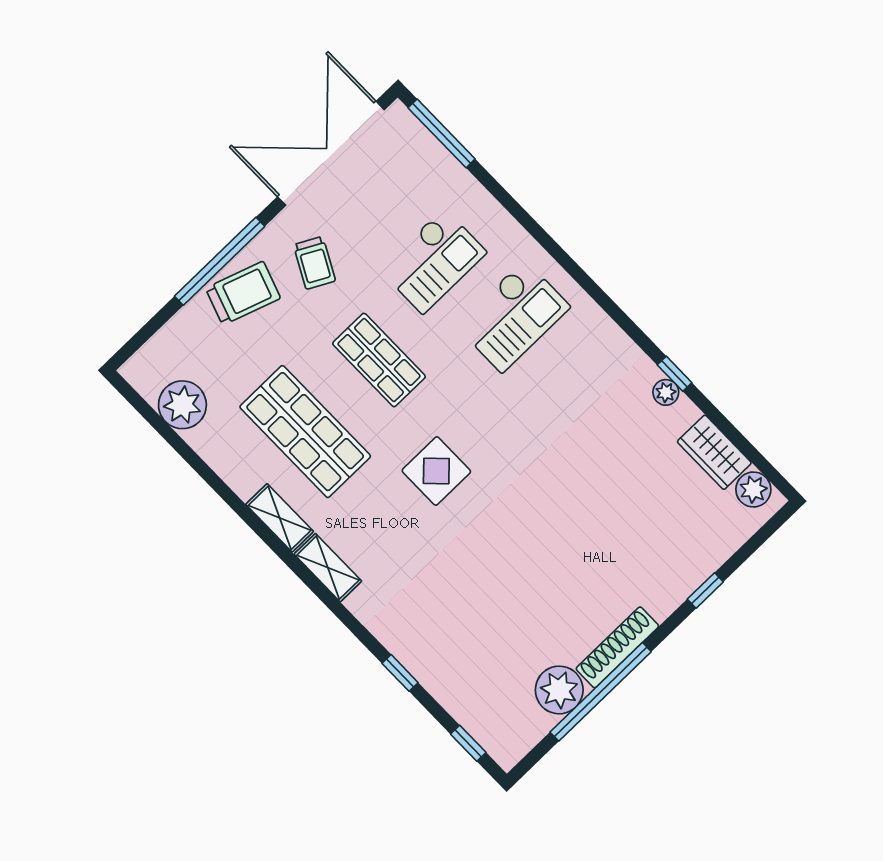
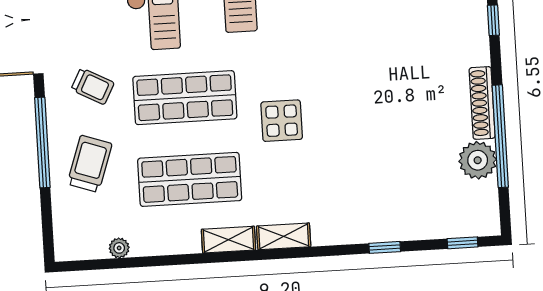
trolley: (243, 293) -> (90, 164), moved
shop shelf: (379, 360) -> (185, 98), width x1.43, depth x1.36
plant: (182, 405) -> (119, 248), width x0.53, depth x0.53

